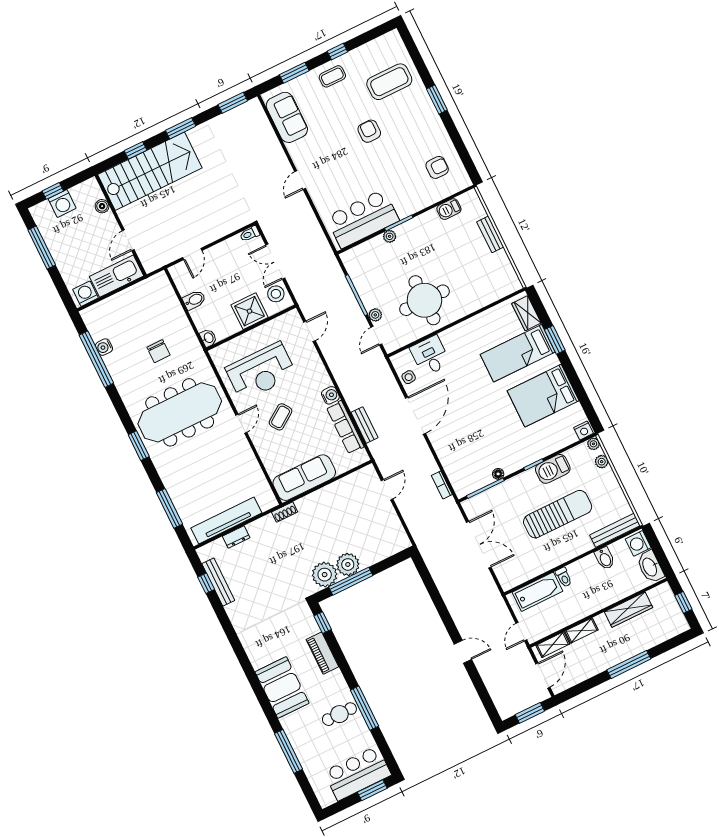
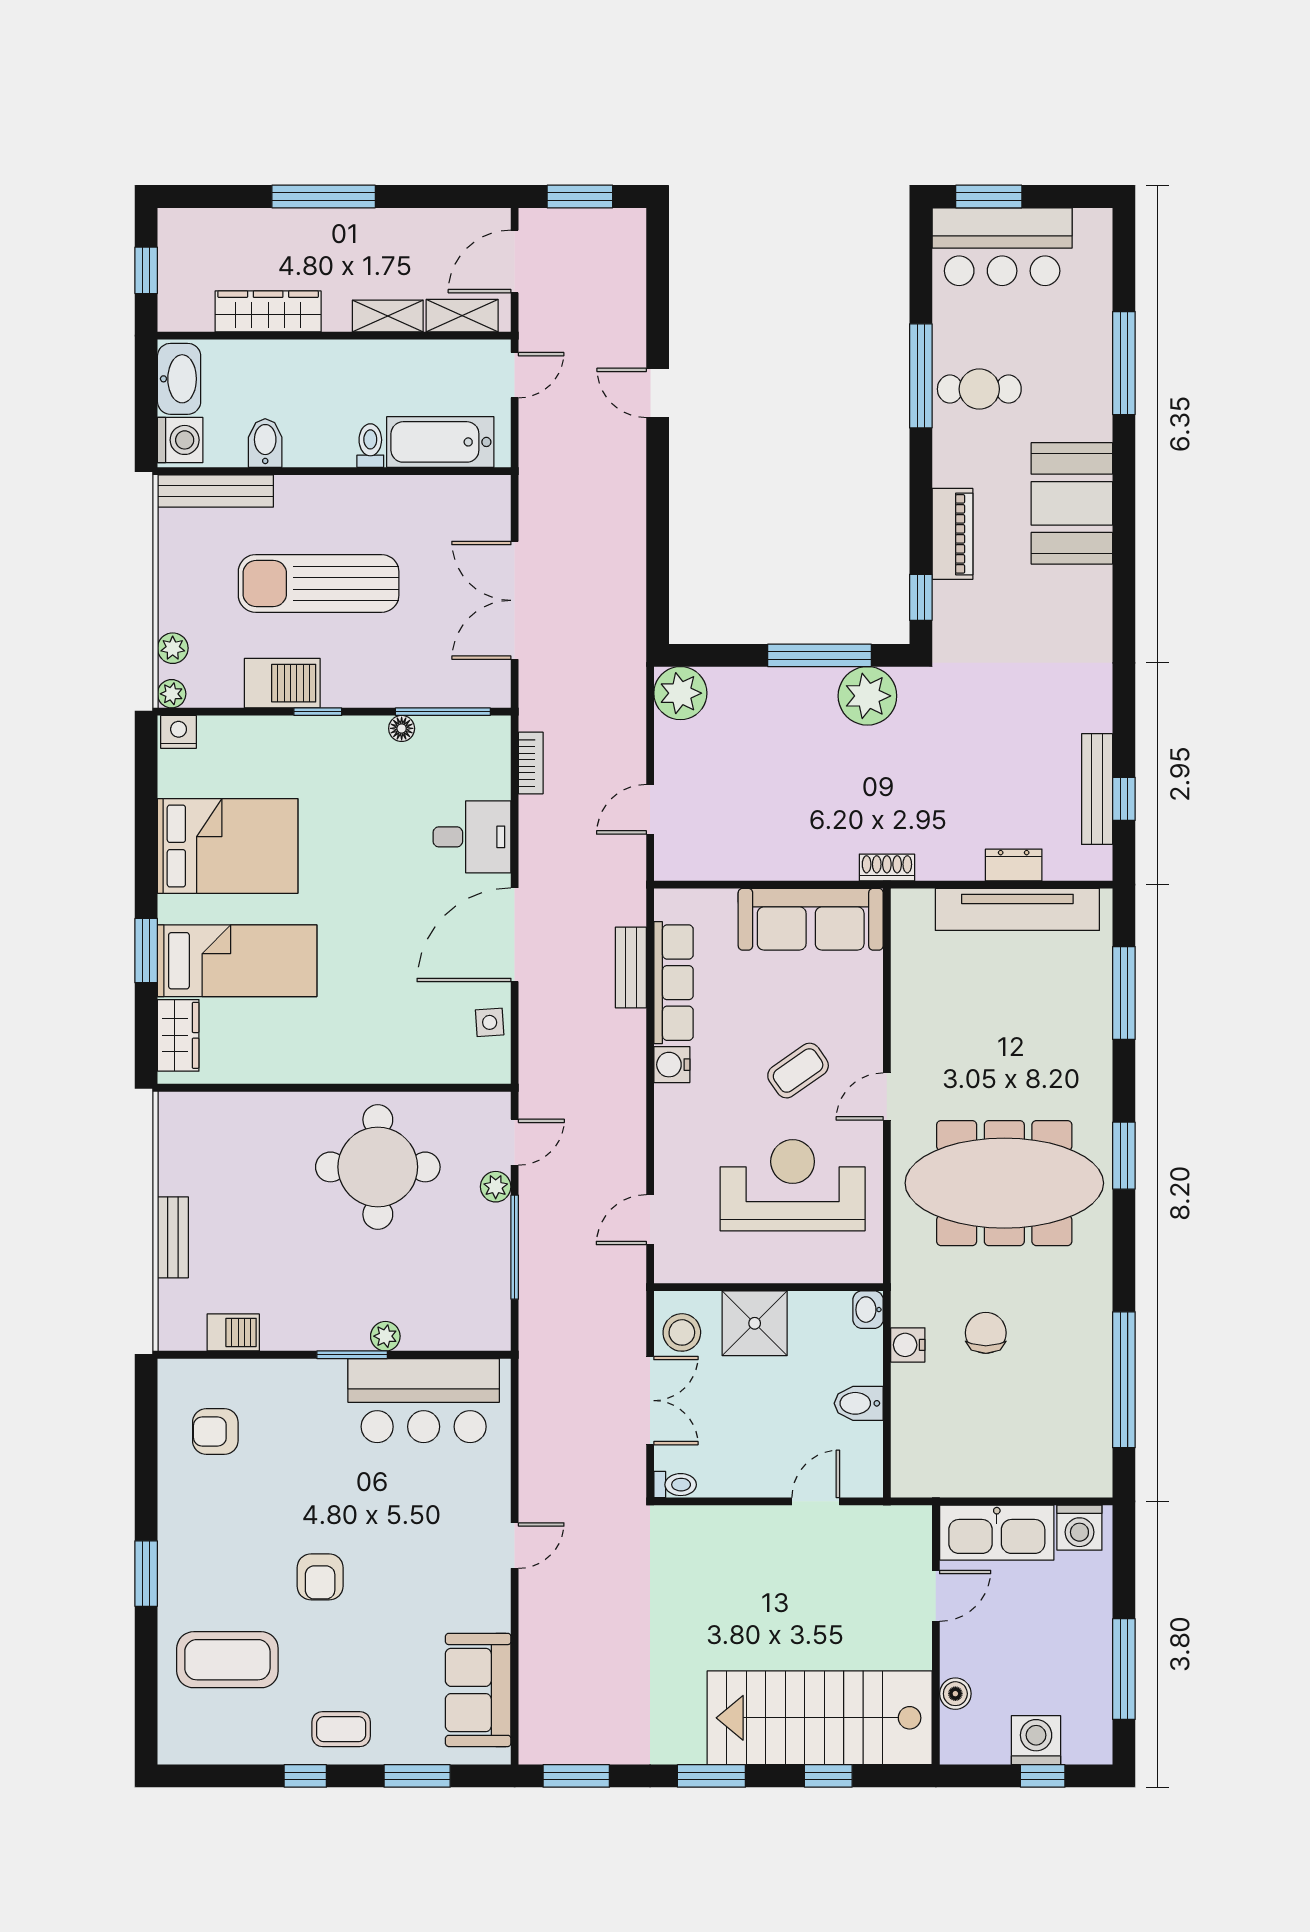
water cooler: (104, 347) -> (908, 1345), moved, turned 180
desk: (430, 356) -> (472, 837), moved, turned -90
plant: (348, 564) -> (680, 693), moved

